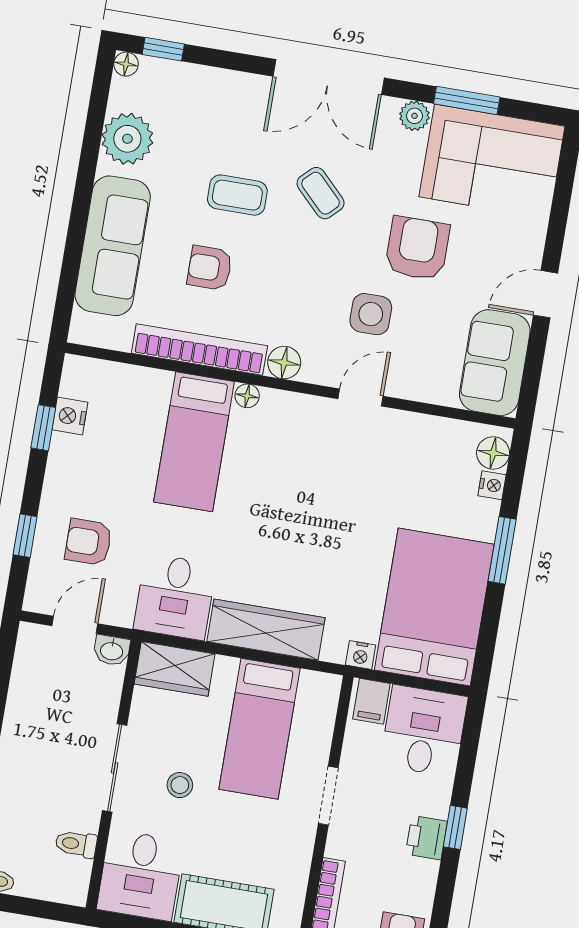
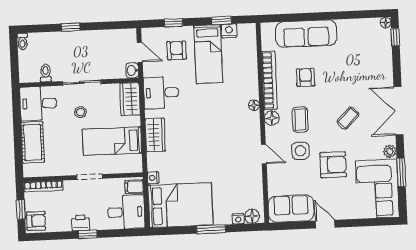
plant: (127, 139) -> (353, 30), removed
coffee table: (237, 195) -> (300, 120), moved
bed: (194, 442) -> (208, 54), moved, turned -90
wardrobe: (266, 630) -> (155, 135), width x0.67

